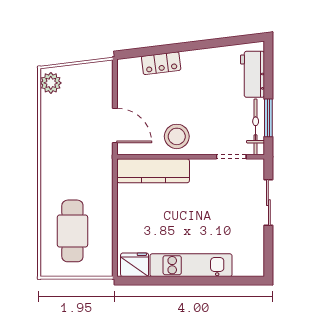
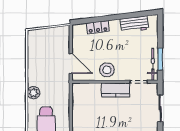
workbench: (252, 74) -> (134, 24), moved, turned -97
plant: (51, 83) -> (33, 93), moved
kitchen counter: (153, 171) -> (115, 90), moved, width x0.67

